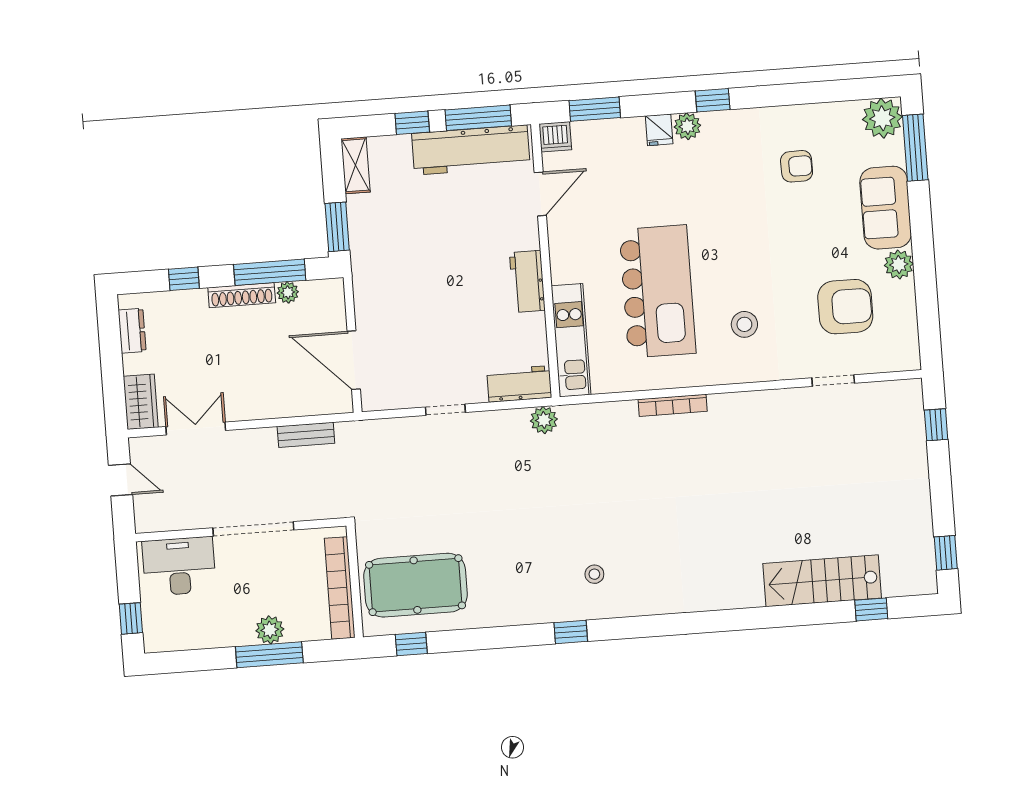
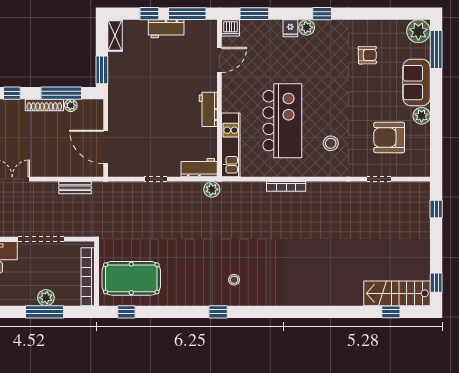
workbench: (471, 150) -> (166, 29), width x0.53, depth x0.76
armchair: (845, 307) -> (389, 137), turned 180
stairs: (822, 581) -> (397, 293), moved

